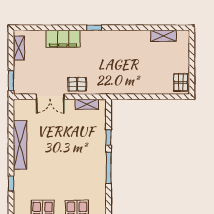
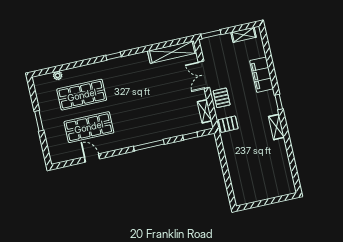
shelving: (163, 36) -> (276, 127), moved
pallet: (181, 82) -> (228, 124), moved
window: (109, 137) -> (190, 136), moved
shelving: (20, 145) -> (172, 52), moved

